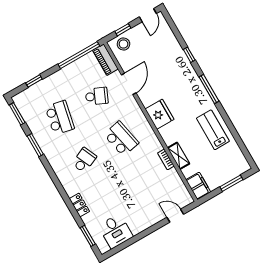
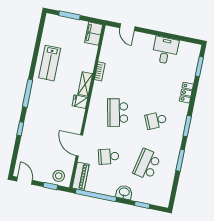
door: (148, 15) -> (25, 181), hinge flipped
washbasin: (58, 78) -> (124, 192), added
door: (129, 84) -> (79, 145), hinge flipped
school desk: (97, 96) -> (109, 156), turned -39
window: (17, 114) -> (187, 126), moved
fridge: (160, 114) -> (80, 102), width x0.53, depth x0.75
shelving: (178, 156) -> (85, 84), moved
desk: (116, 231) -> (165, 50), moved

